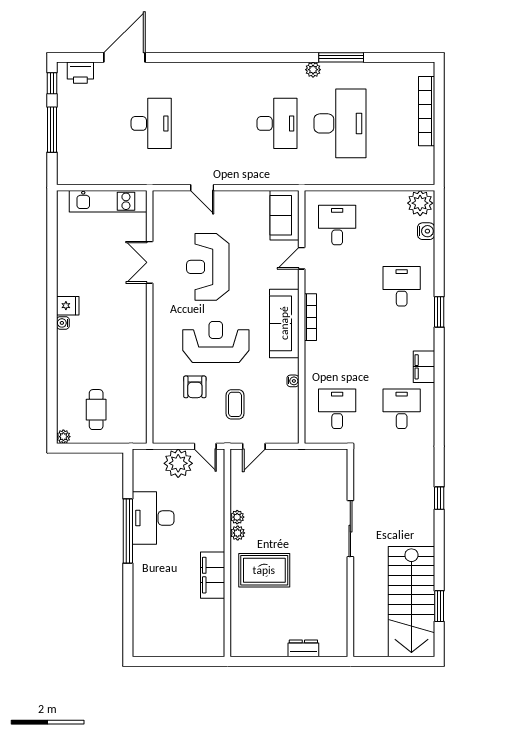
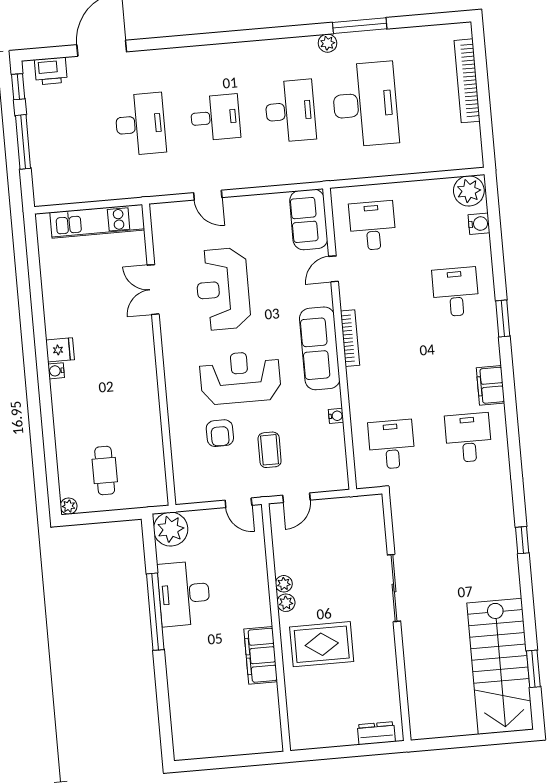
desk: (214, 123) -> (215, 118), added
plant: (178, 463) -> (171, 529), moved
sliding door: (350, 529) -> (394, 588), moved
wall: (350, 553) -> (397, 617), moved

